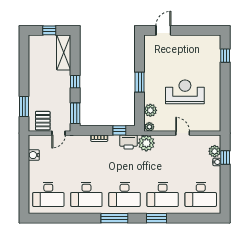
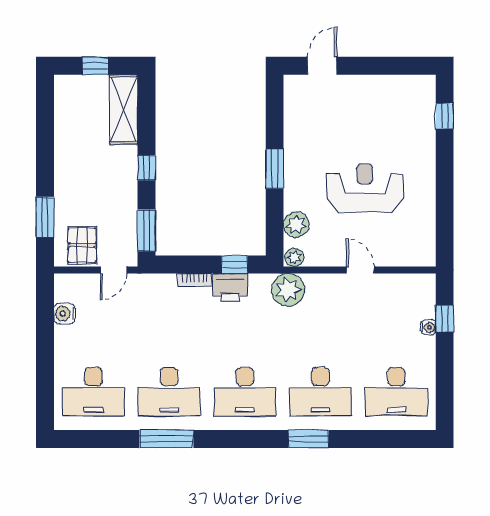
printer: (129, 142) -> (230, 288), moved
plant: (215, 151) -> (424, 306), removed
window: (114, 218) -> (166, 439), moved

